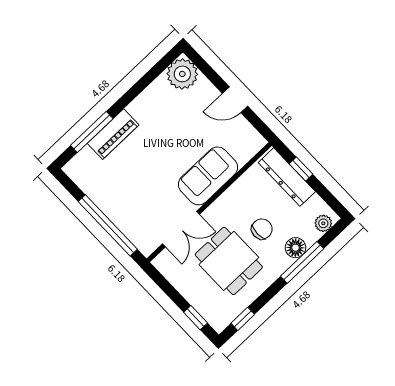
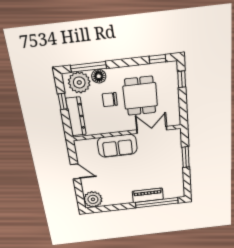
window: (92, 132) -> (157, 203), width x1.46
window: (301, 169) -> (63, 101), moved
plant: (323, 223) -> (79, 82), width x1.88, depth x1.88
window: (108, 225) -> (186, 157), width x0.47
window: (302, 262) -> (88, 67), moved

